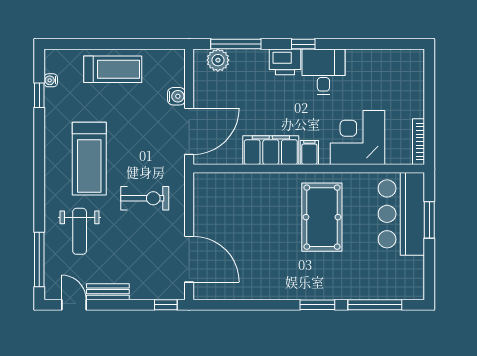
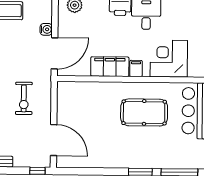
exercise bike: (145, 198) -> (24, 98), turned 90
pool table: (322, 217) -> (144, 112), turned 90

